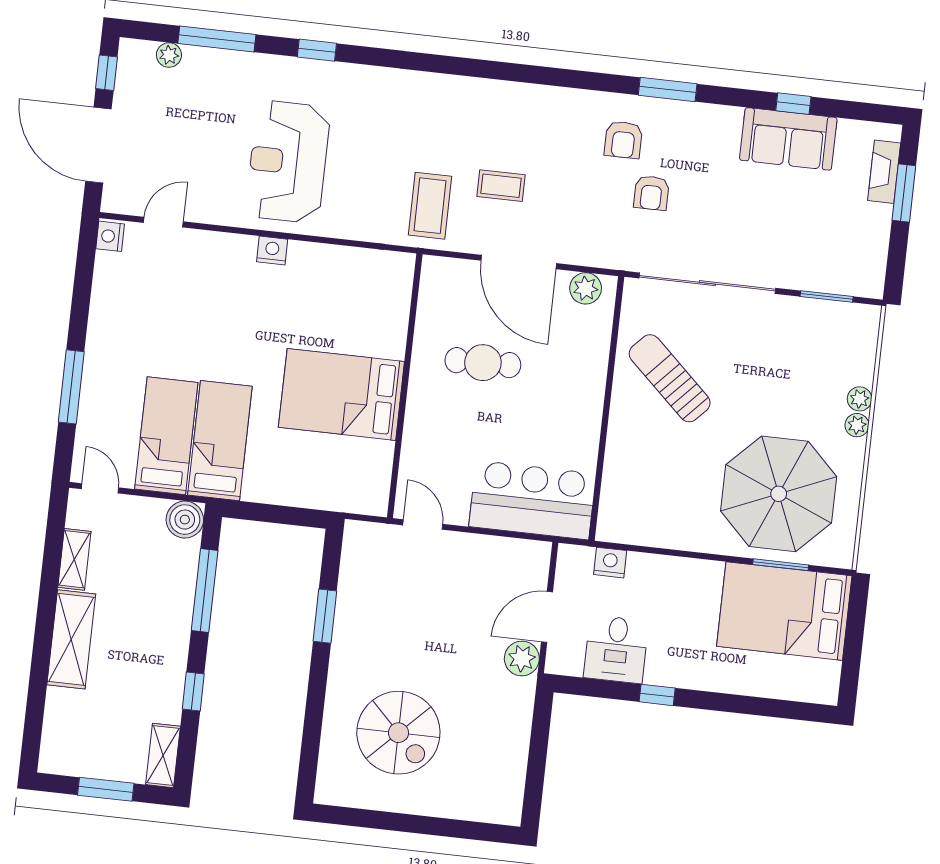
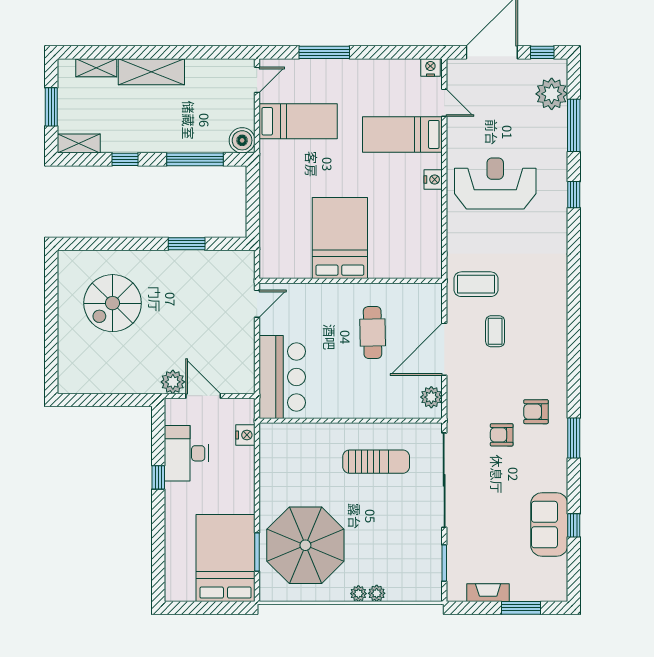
plant: (169, 55) -> (552, 94), width x1.88, depth x1.88
fireplace: (884, 172) -> (488, 593), moved
sun lounger: (670, 378) -> (376, 462), turned 47
bed: (220, 441) -> (402, 134), moved, turned 180
shelving: (74, 559) -> (96, 68), moved
desk: (616, 649) -> (186, 453), width x1.37

